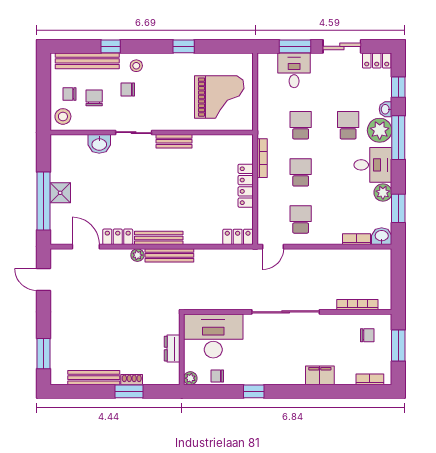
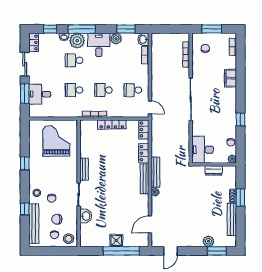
locker: (118, 237) -> (144, 153), moved
desk: (213, 336) -> (203, 150), width x0.73, depth x0.77
plant: (59, 340) -> (208, 241), added

